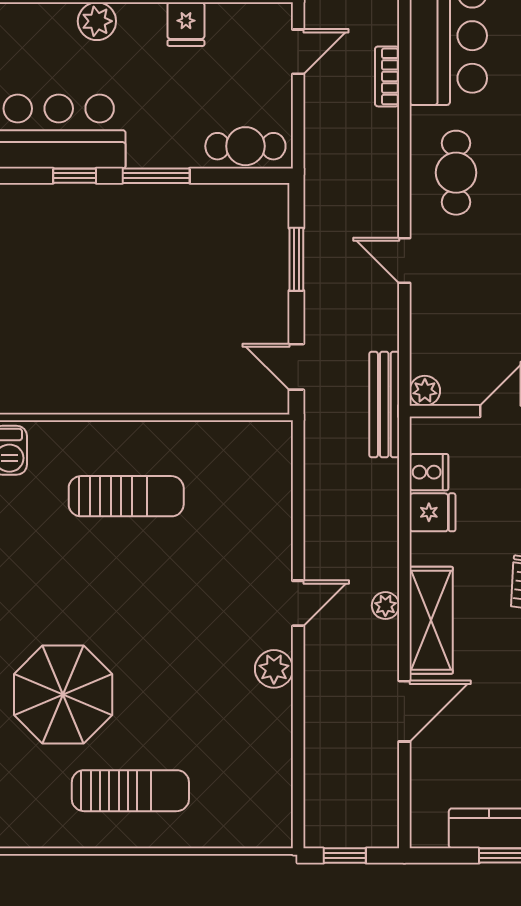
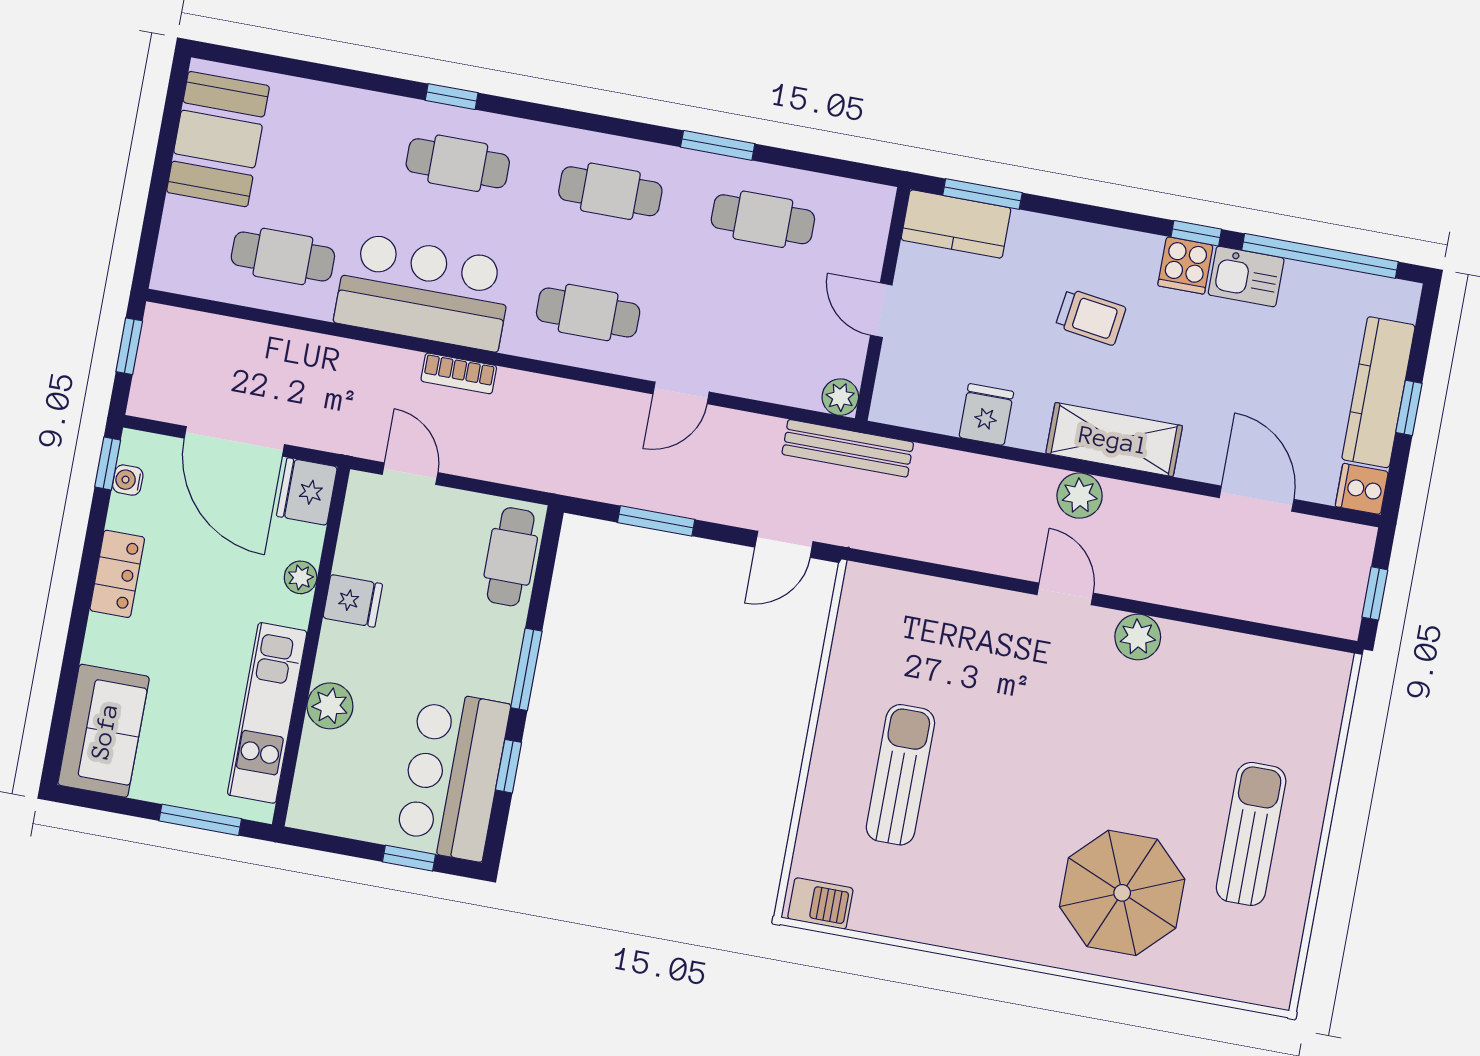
cooker: (429, 472) -> (1362, 489), moved, turned -90
plant: (385, 606) -> (1080, 496), width x1.38, depth x1.38
door: (404, 711) -> (1257, 499), moved

